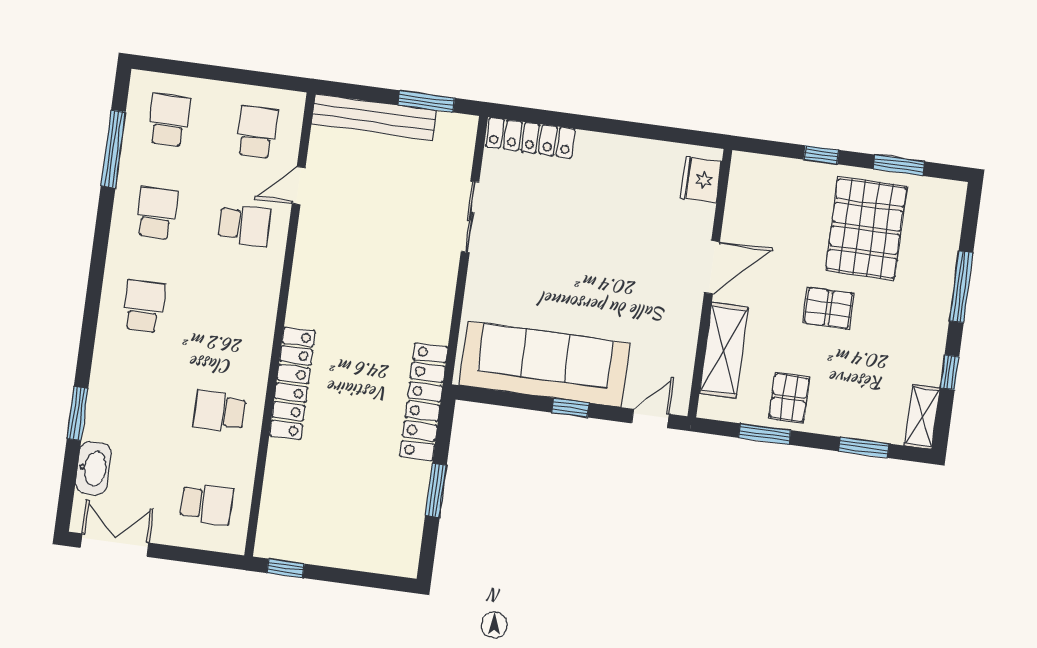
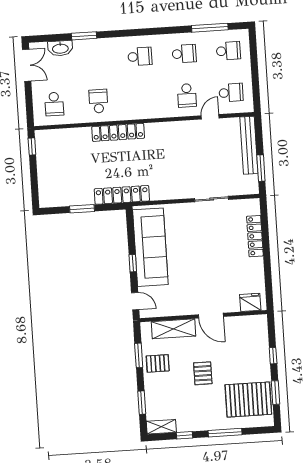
locker: (530, 138) -> (255, 236), moved
door: (299, 186) -> (210, 117), hinge flipped
pallet: (866, 228) -> (248, 400), moved

